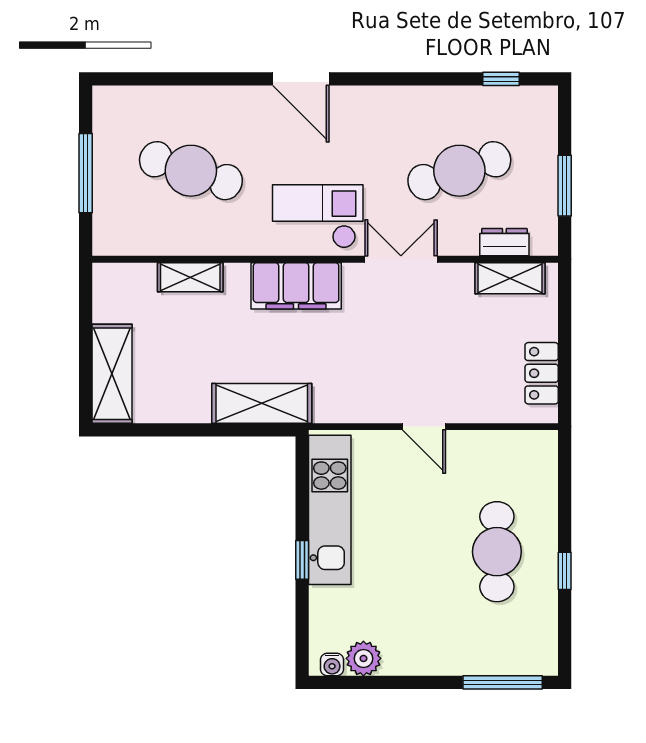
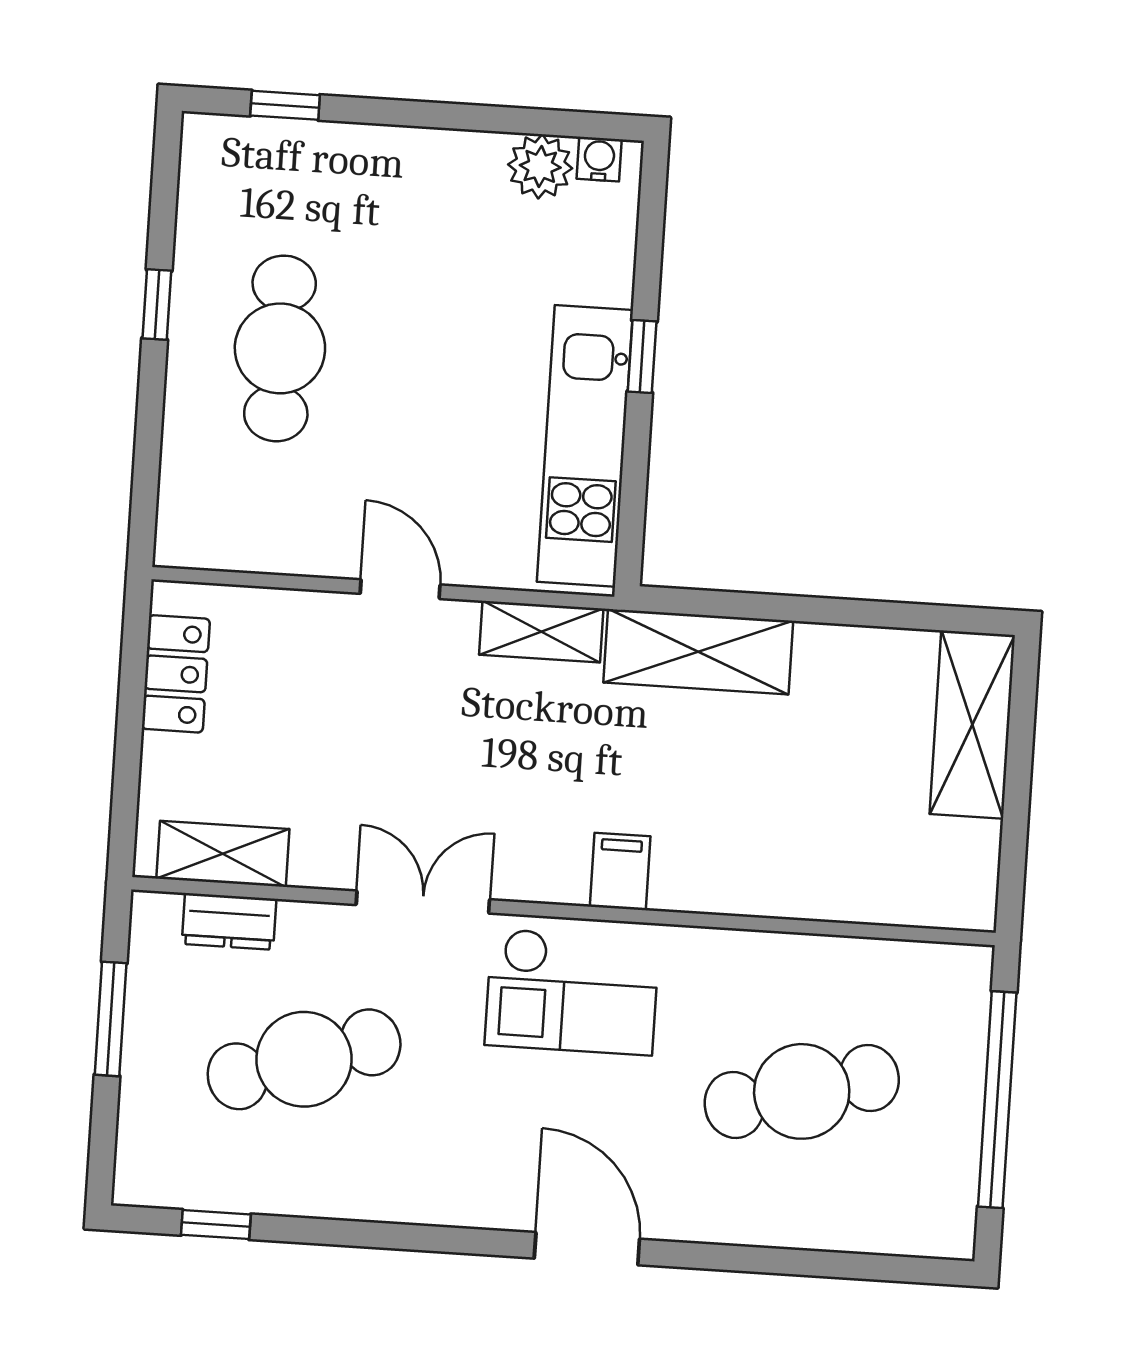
cafe table: (191, 171) -> (802, 1091), turned -33
window: (86, 173) -> (997, 1100), width x1.46
double door: (401, 259) -> (423, 902), swing flipped
shelving: (190, 277) -> (541, 632), moved
filing cabinet: (296, 286) -> (620, 871), width x0.33, depth x0.86
window: (503, 682) -> (285, 105), width x0.46

